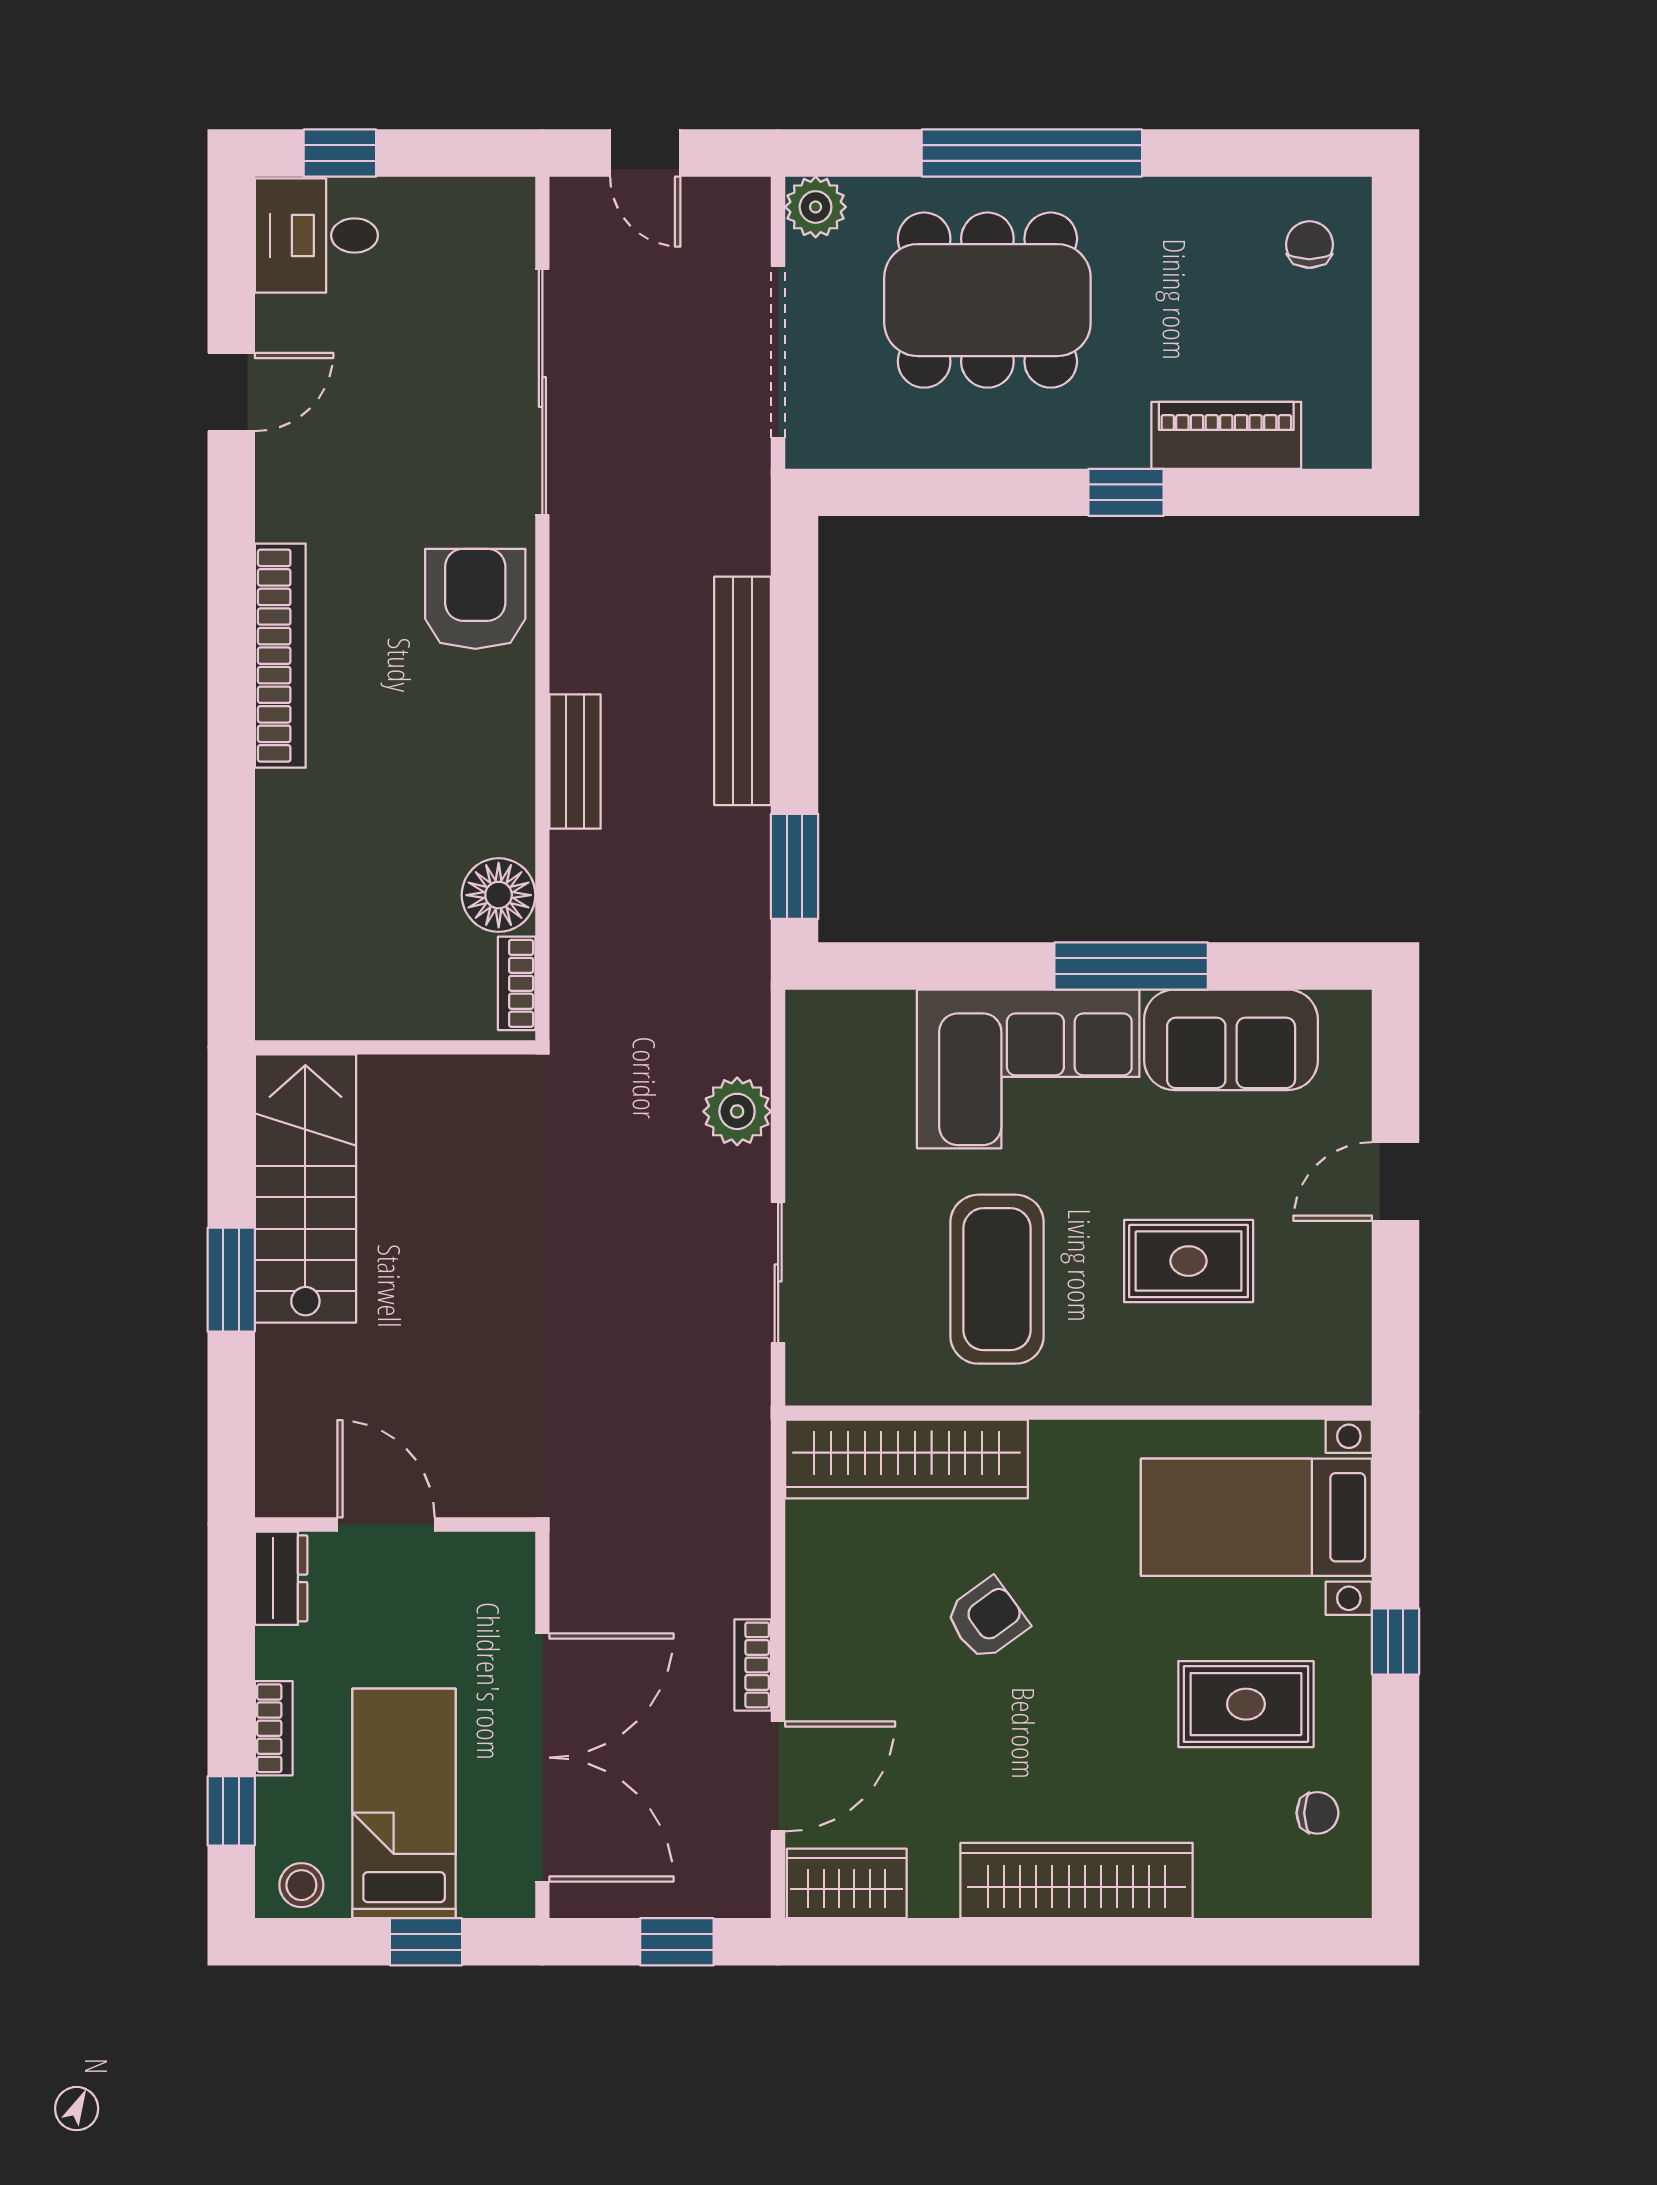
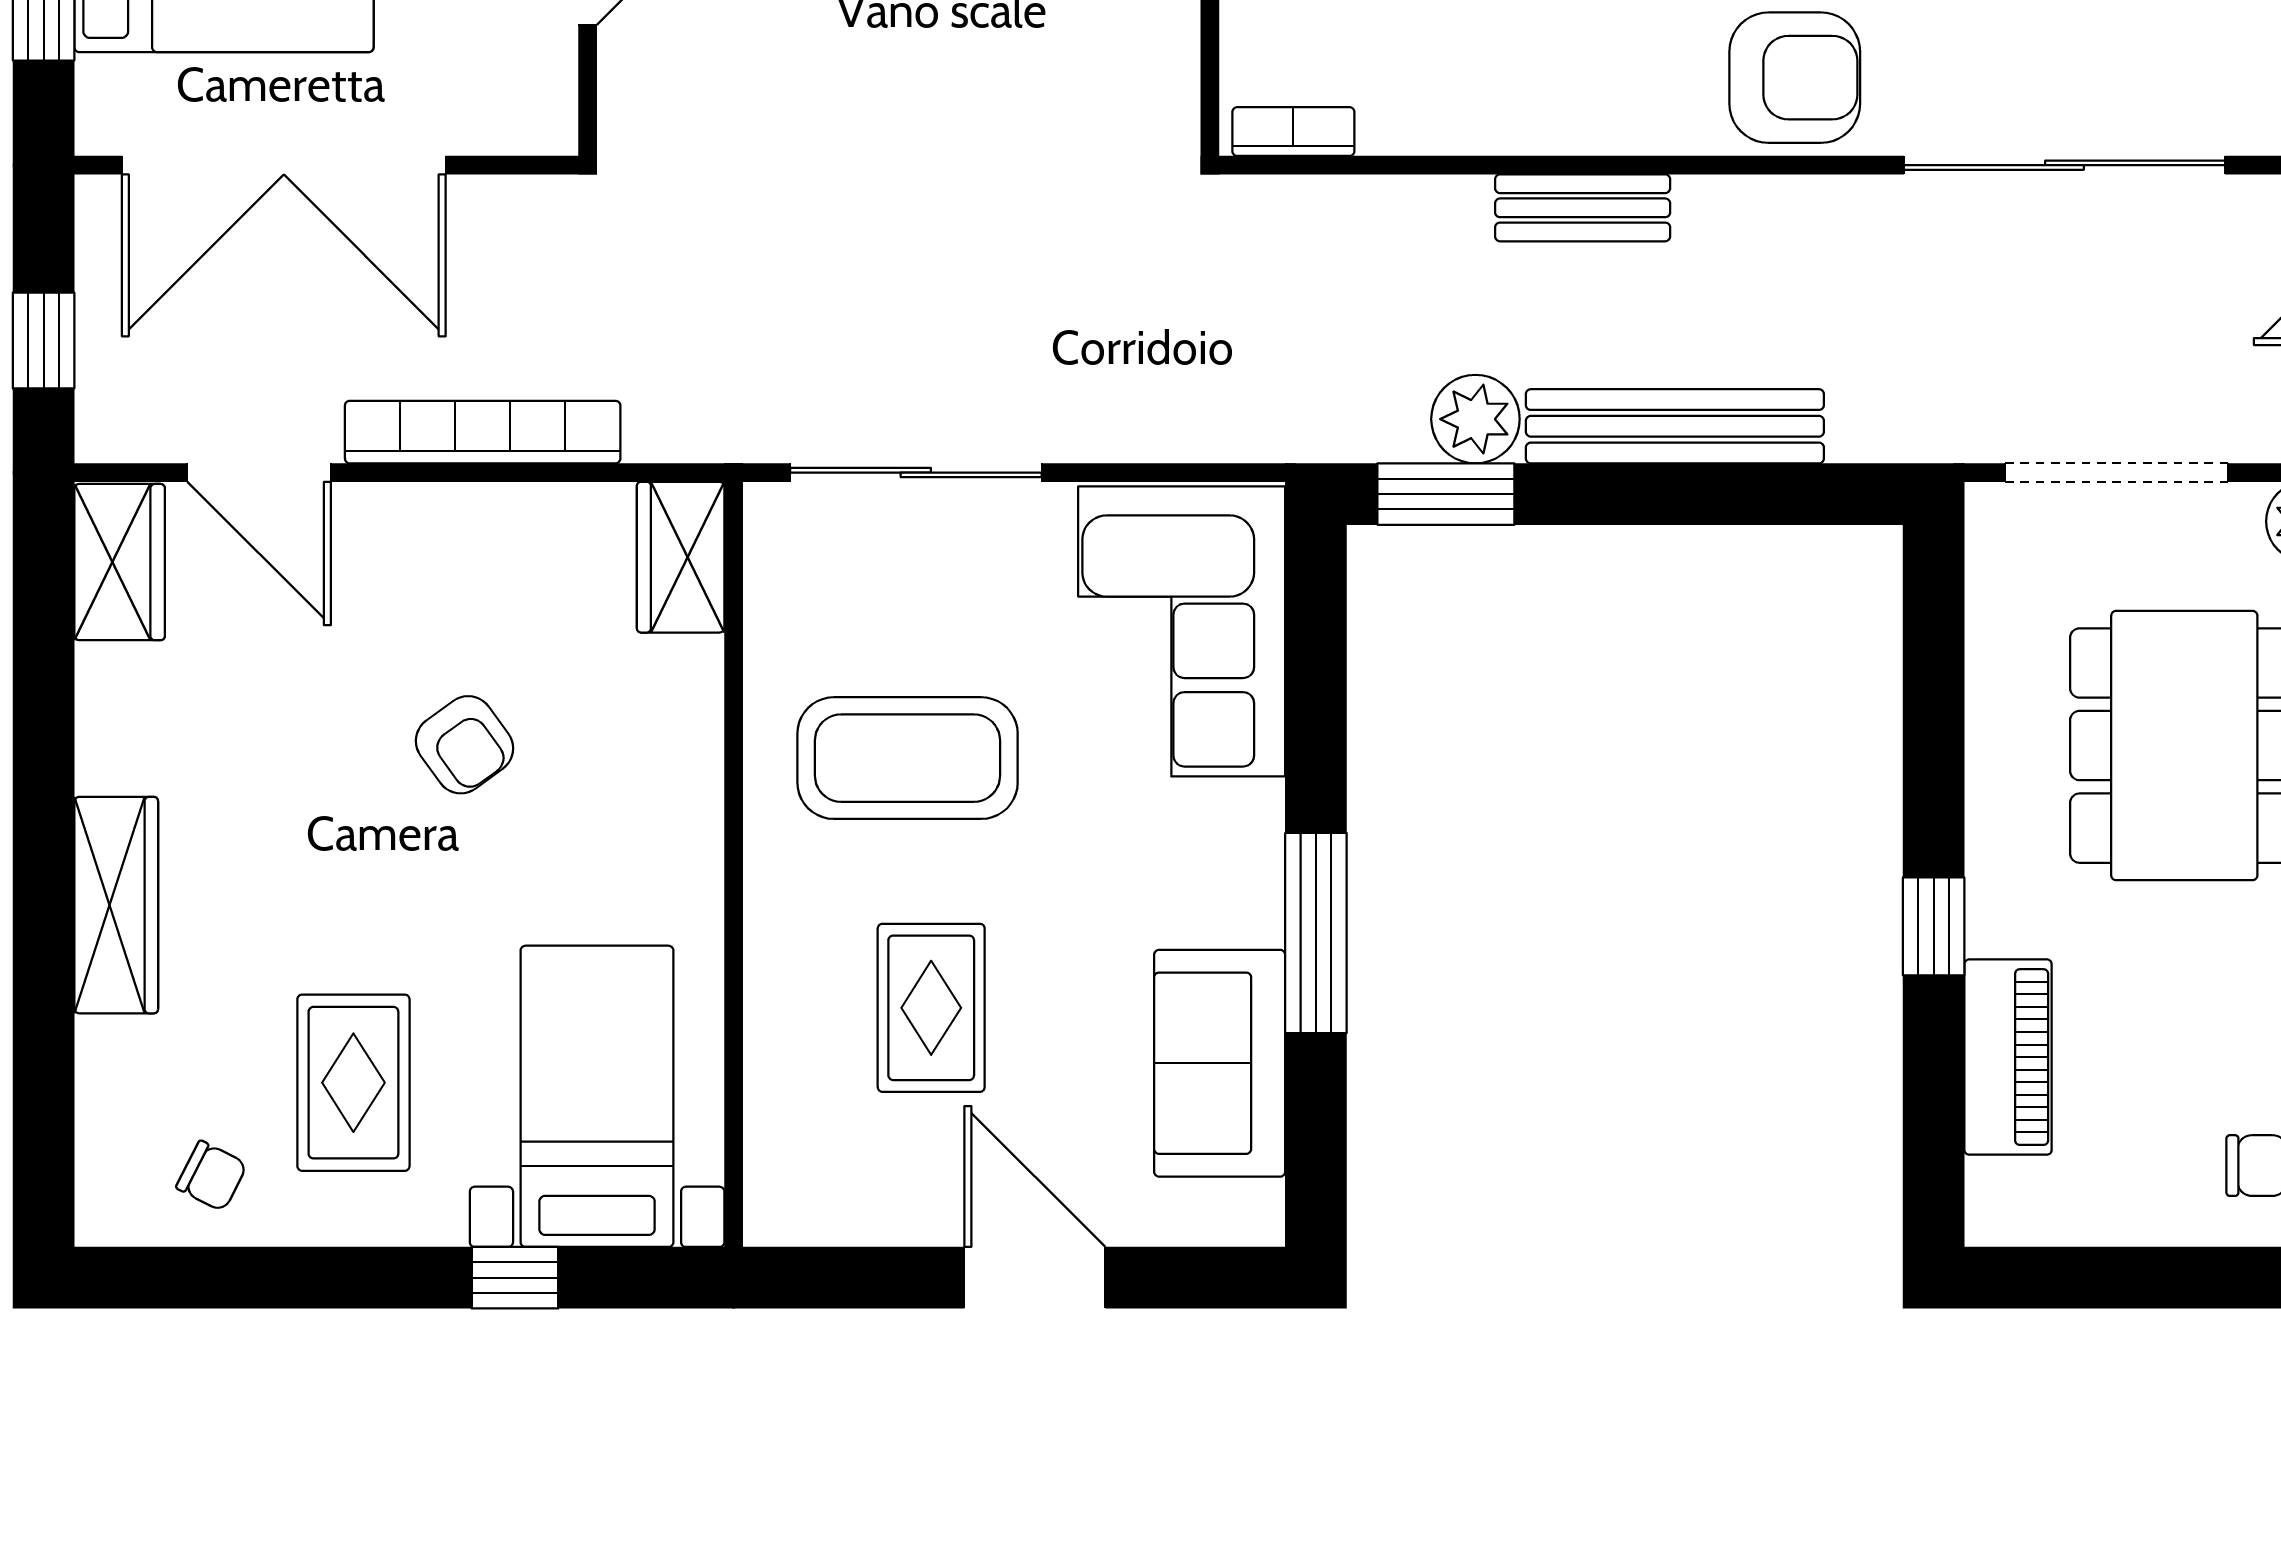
floor lamp: (499, 895) -> (1409, 108), removed
corner sofa: (1028, 1069) -> (1182, 631), moved
plant: (737, 1111) -> (1475, 419), moved
door: (1396, 1182) -> (1035, 1278), width x1.38
sliding door: (778, 1273) -> (916, 473), width x1.37
wardrobe: (907, 1459) -> (681, 557), width x0.48, depth x0.85
window: (1396, 1641) -> (515, 1278), moved
bookcase: (753, 1665) -> (483, 432), width x2.31, depth x1.31
chair: (1317, 1813) -> (212, 1176), turned -63
wardrobe: (1077, 1881) -> (116, 905), width x0.71, depth x0.85

